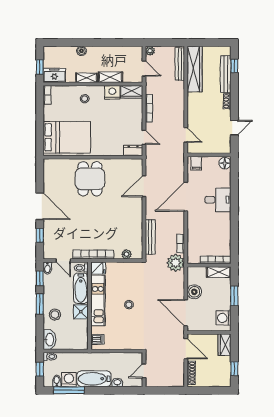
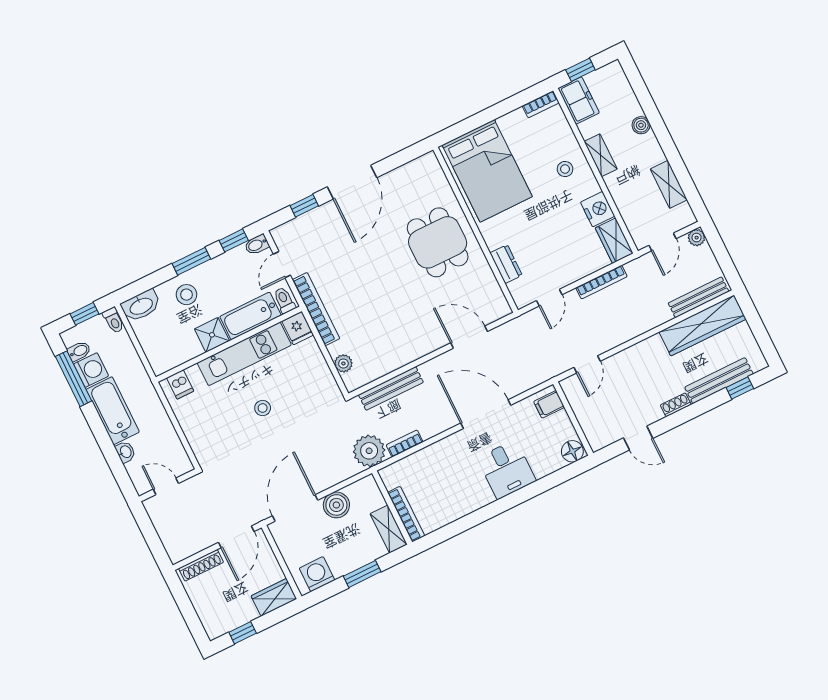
shelving: (110, 77) -> (669, 184), moved
dresser: (133, 150) -> (506, 264), moved
dining table: (90, 179) -> (438, 242), turned 90

